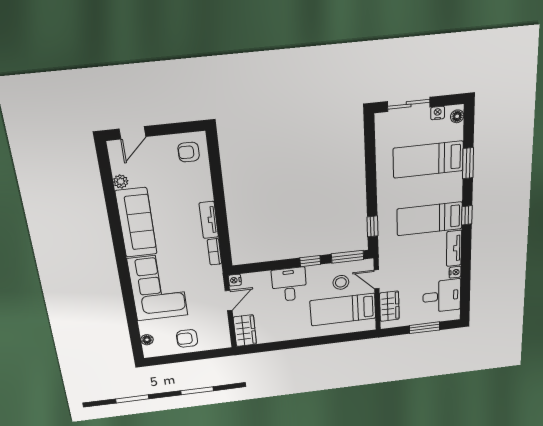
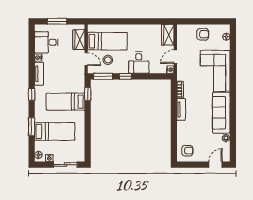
bed: (430, 219) -> (65, 102), moved, turned 180

